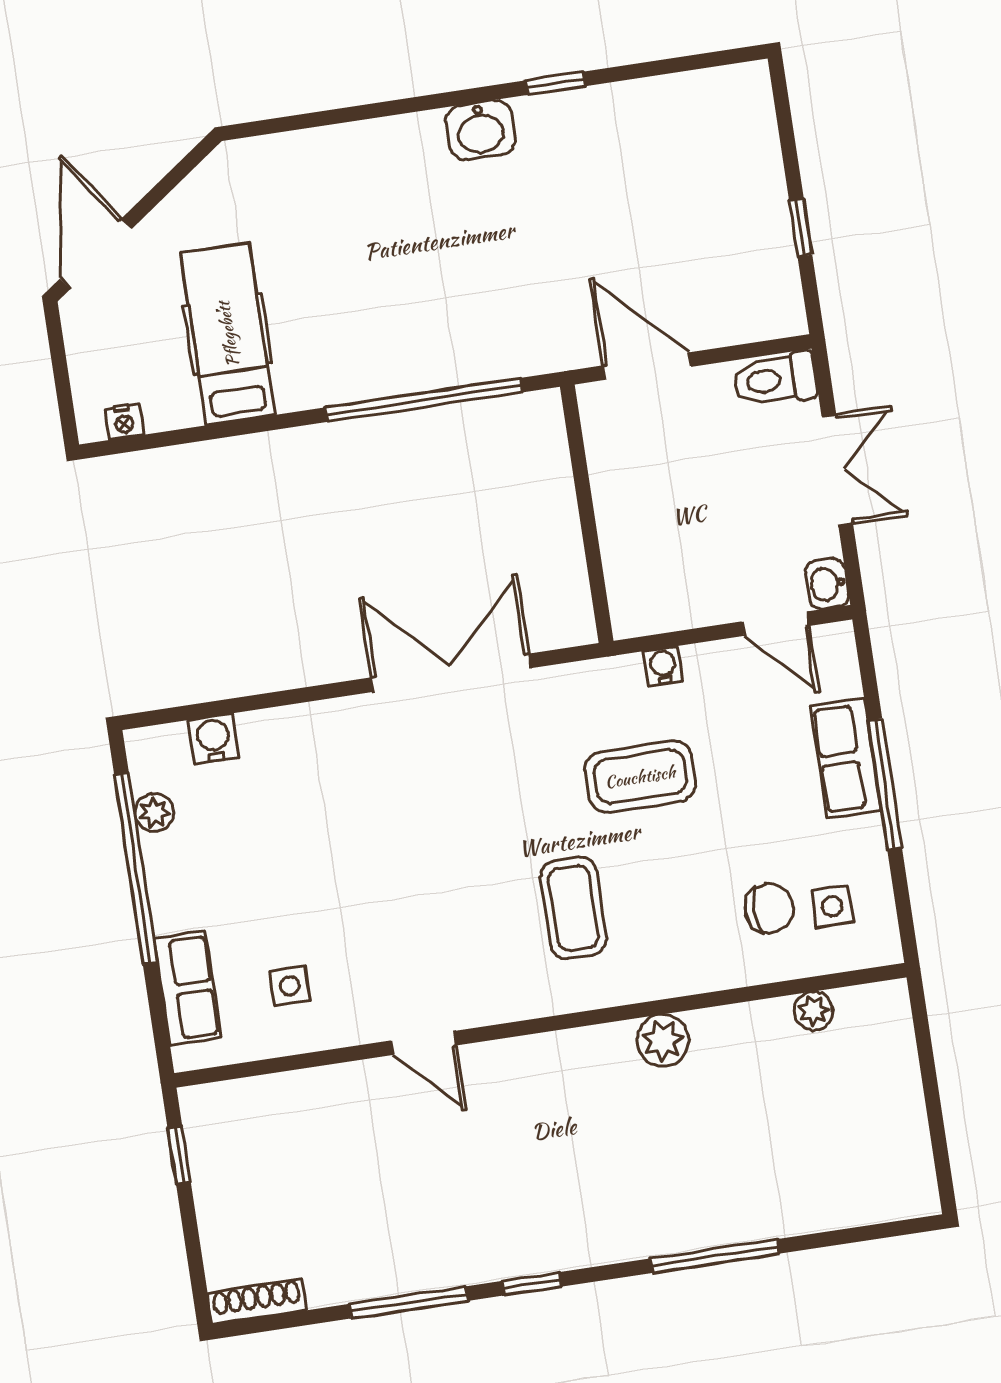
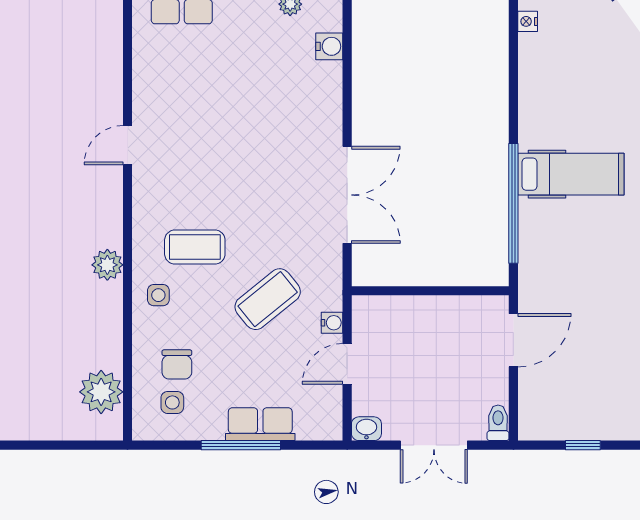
hospital bed: (228, 334) -> (571, 174), moved
toilet: (775, 379) -> (498, 423), width x0.73, depth x0.72
door: (776, 624) -> (347, 364), moved
coffee table: (640, 777) -> (268, 299), turned 51
side table: (290, 986) -> (158, 295), moved
plant: (813, 1011) -> (101, 392), width x1.88, depth x1.88
plant: (663, 1040) -> (107, 265), moved

